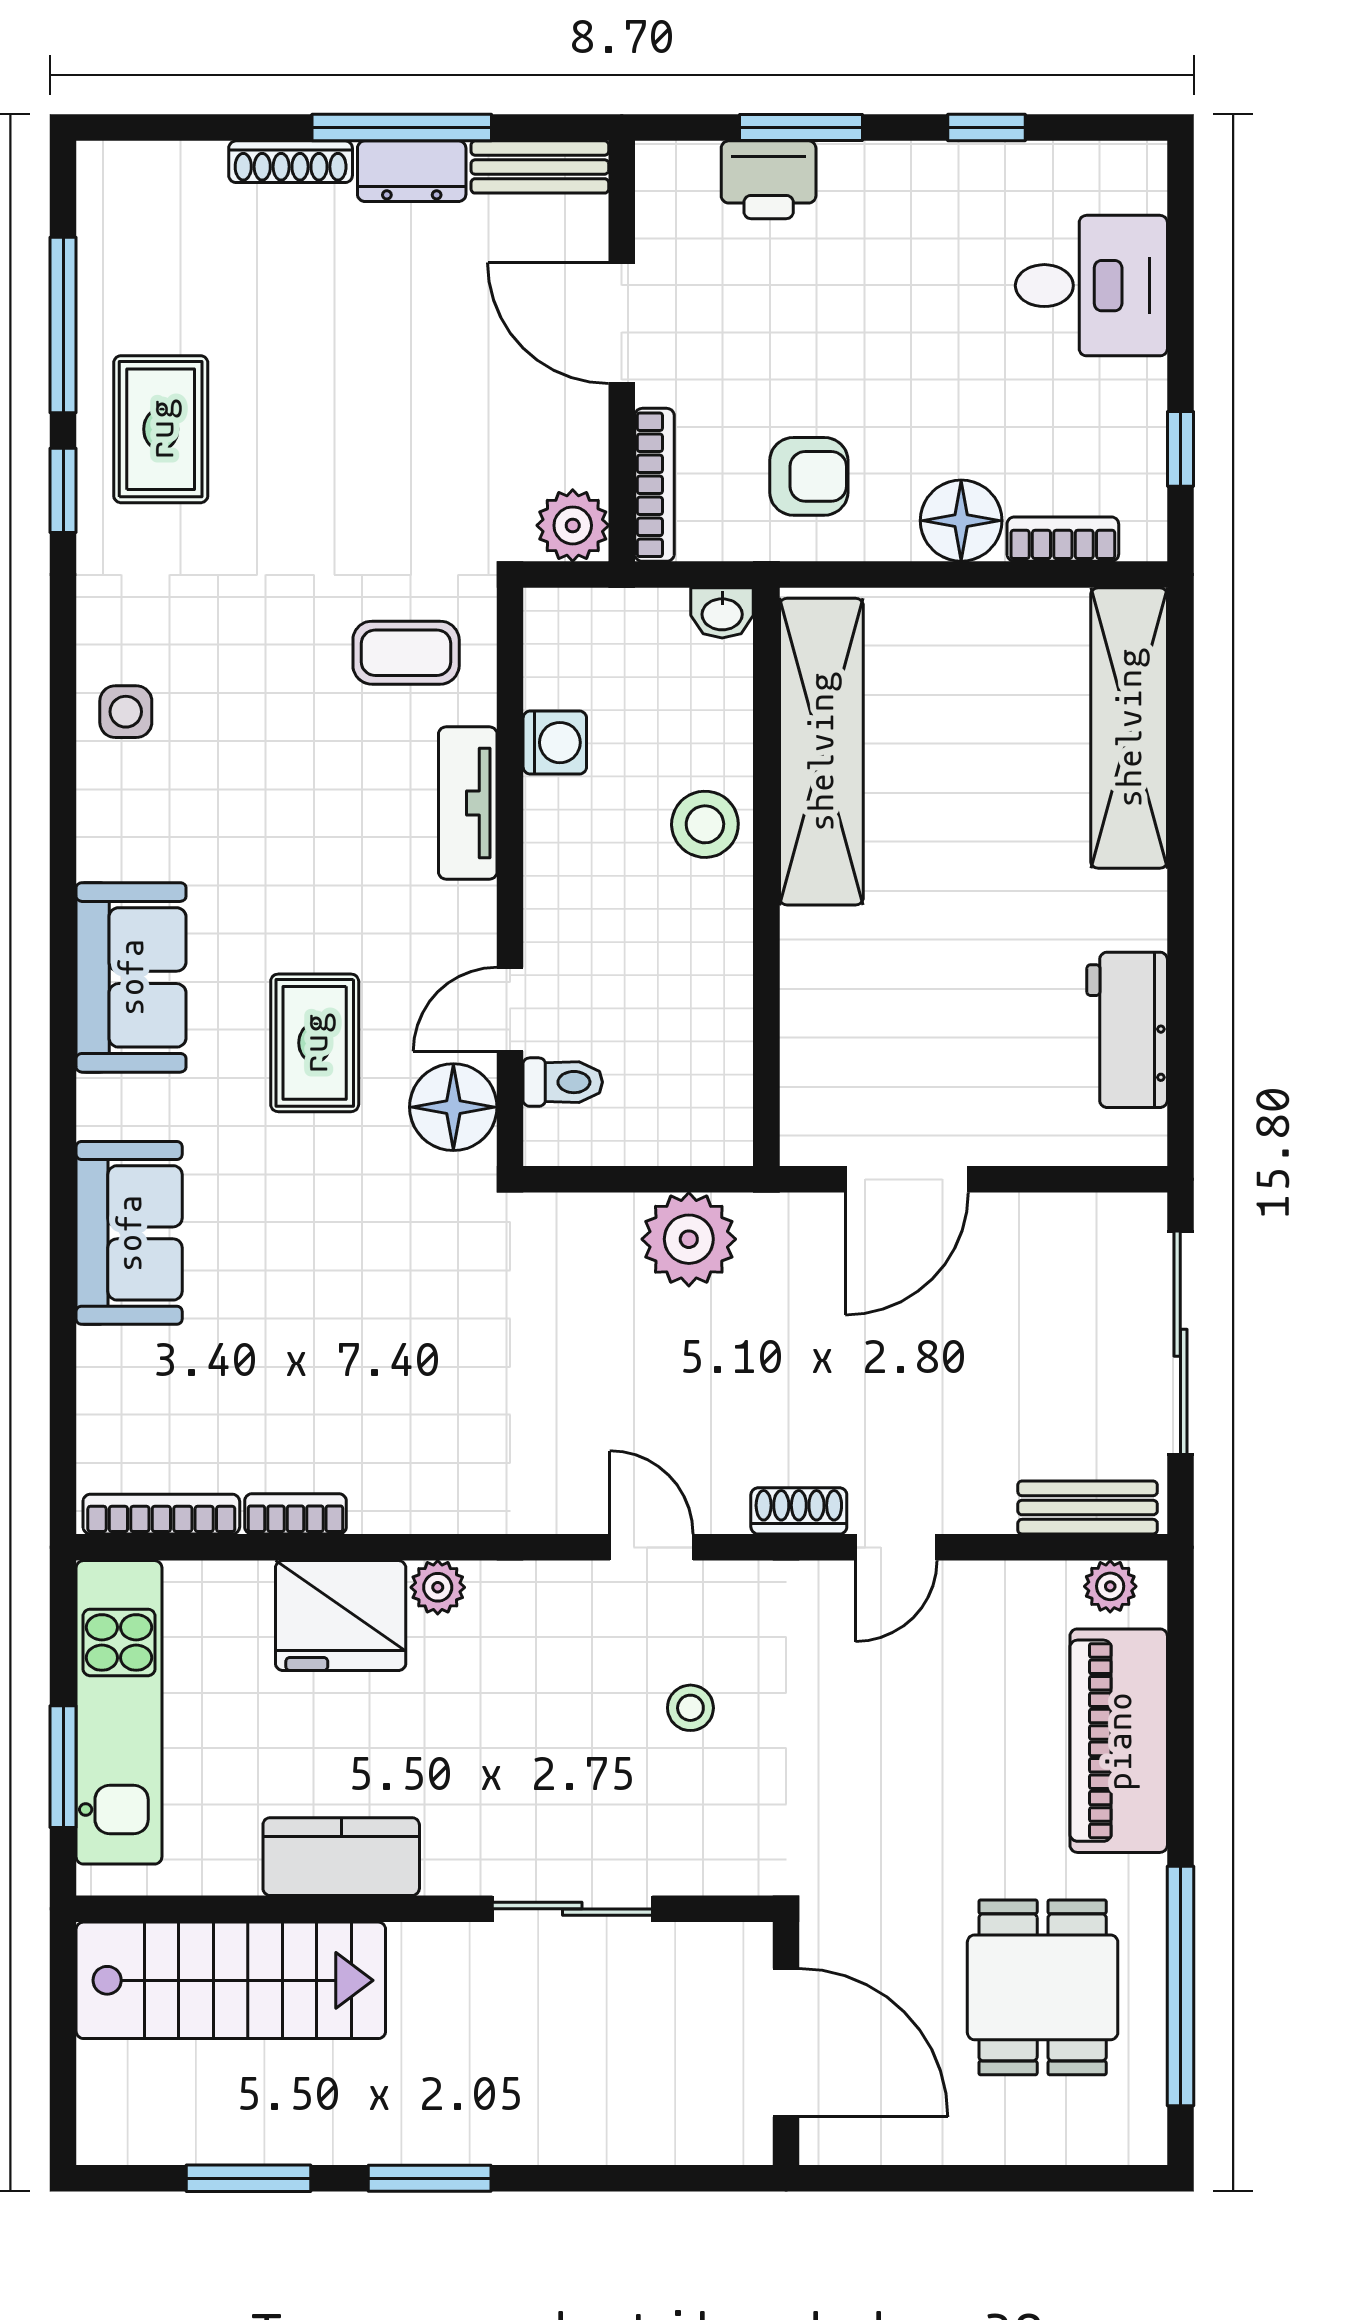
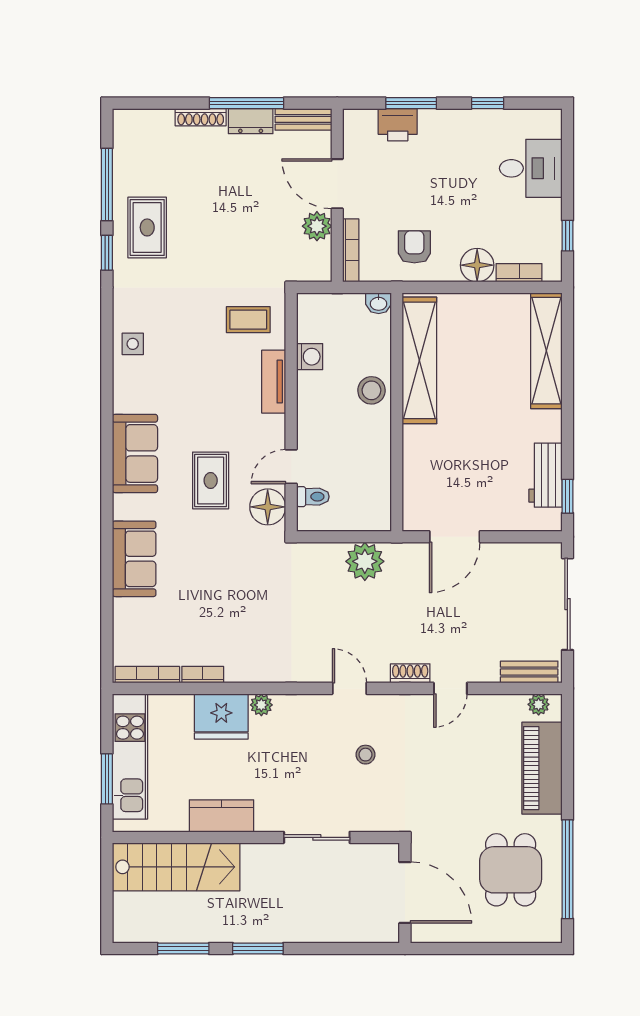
armchair: (809, 476) -> (414, 247), turned -90
plant: (573, 525) -> (317, 226), moved
window: (1180, 1081) -> (567, 496), added

